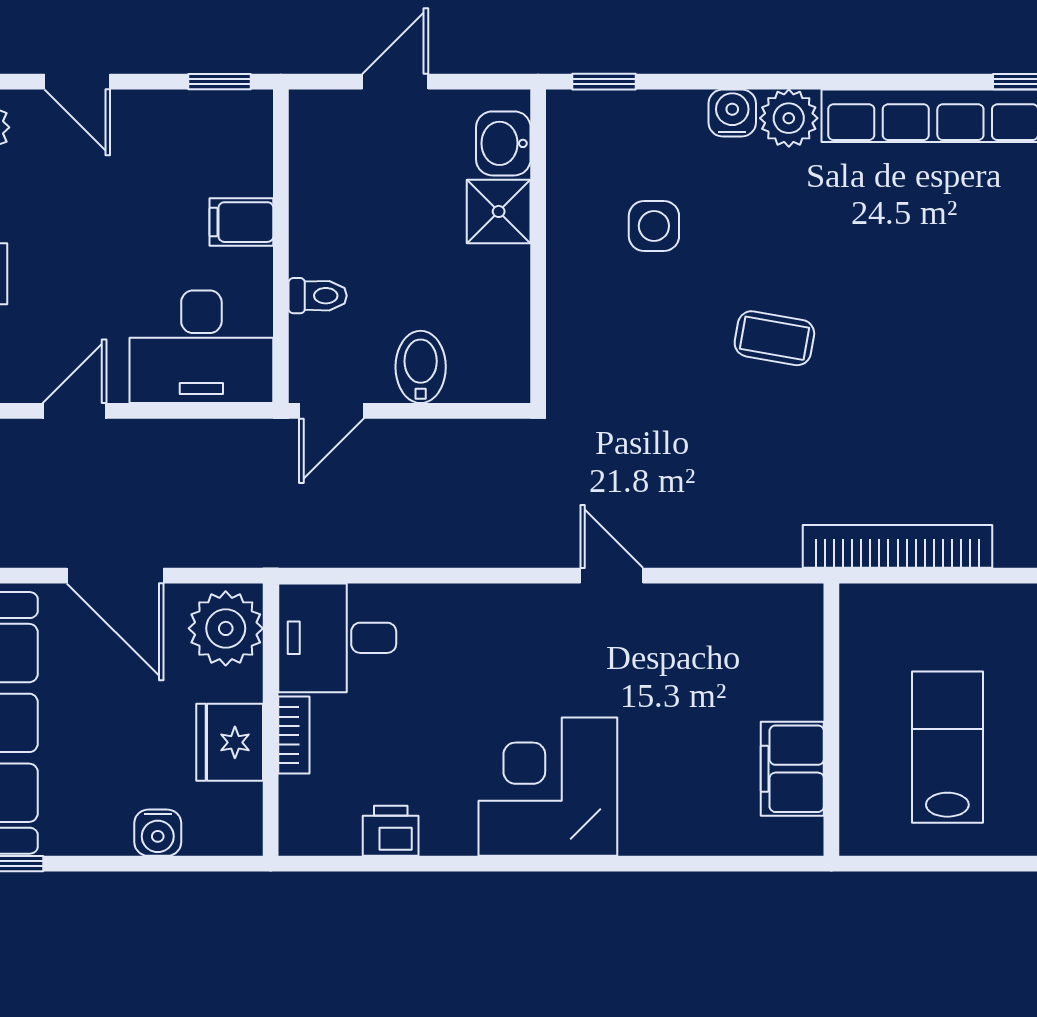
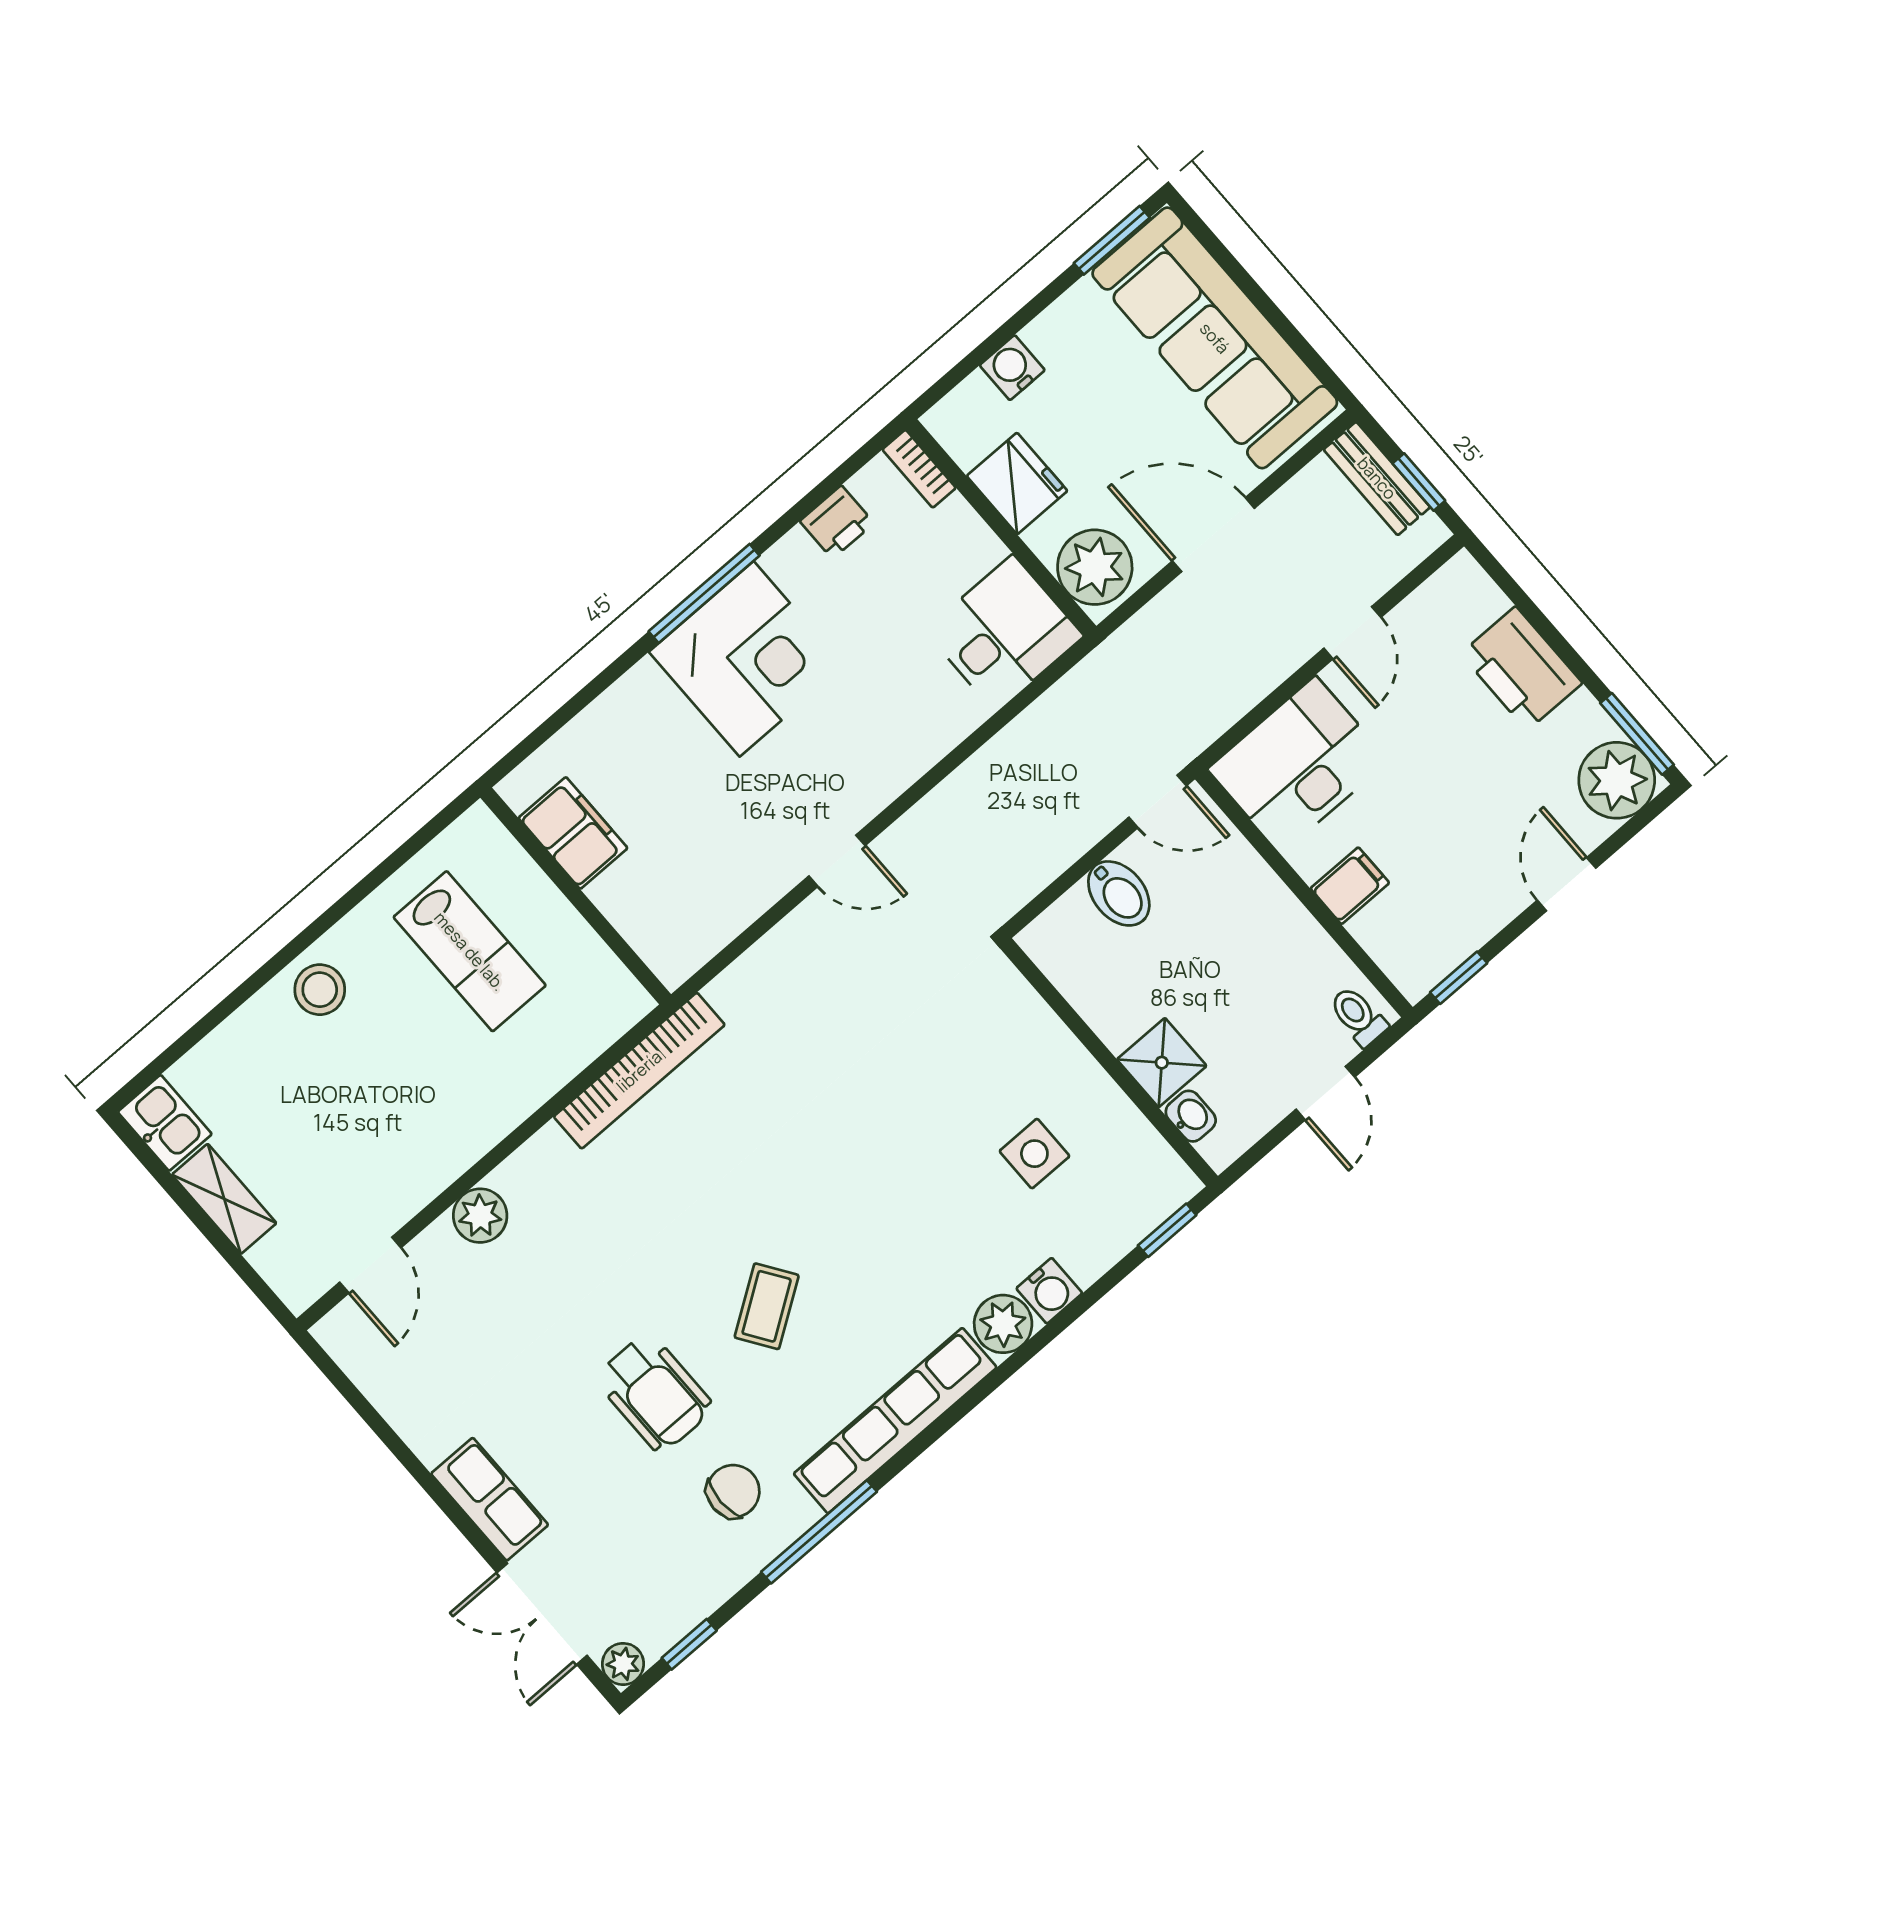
door: (77, 82) -> (1567, 884), hinge flipped
washbasin: (503, 143) -> (1191, 1116), width x0.72, depth x0.69
toilet: (318, 296) -> (1358, 1016), moved, turned 90
coffee table: (774, 338) -> (767, 1306), moved, turned -44
door: (331, 411) -> (1158, 801), swing flipped
bookcase: (294, 735) -> (919, 469), moved
window: (537, 864) -> (704, 593), added

